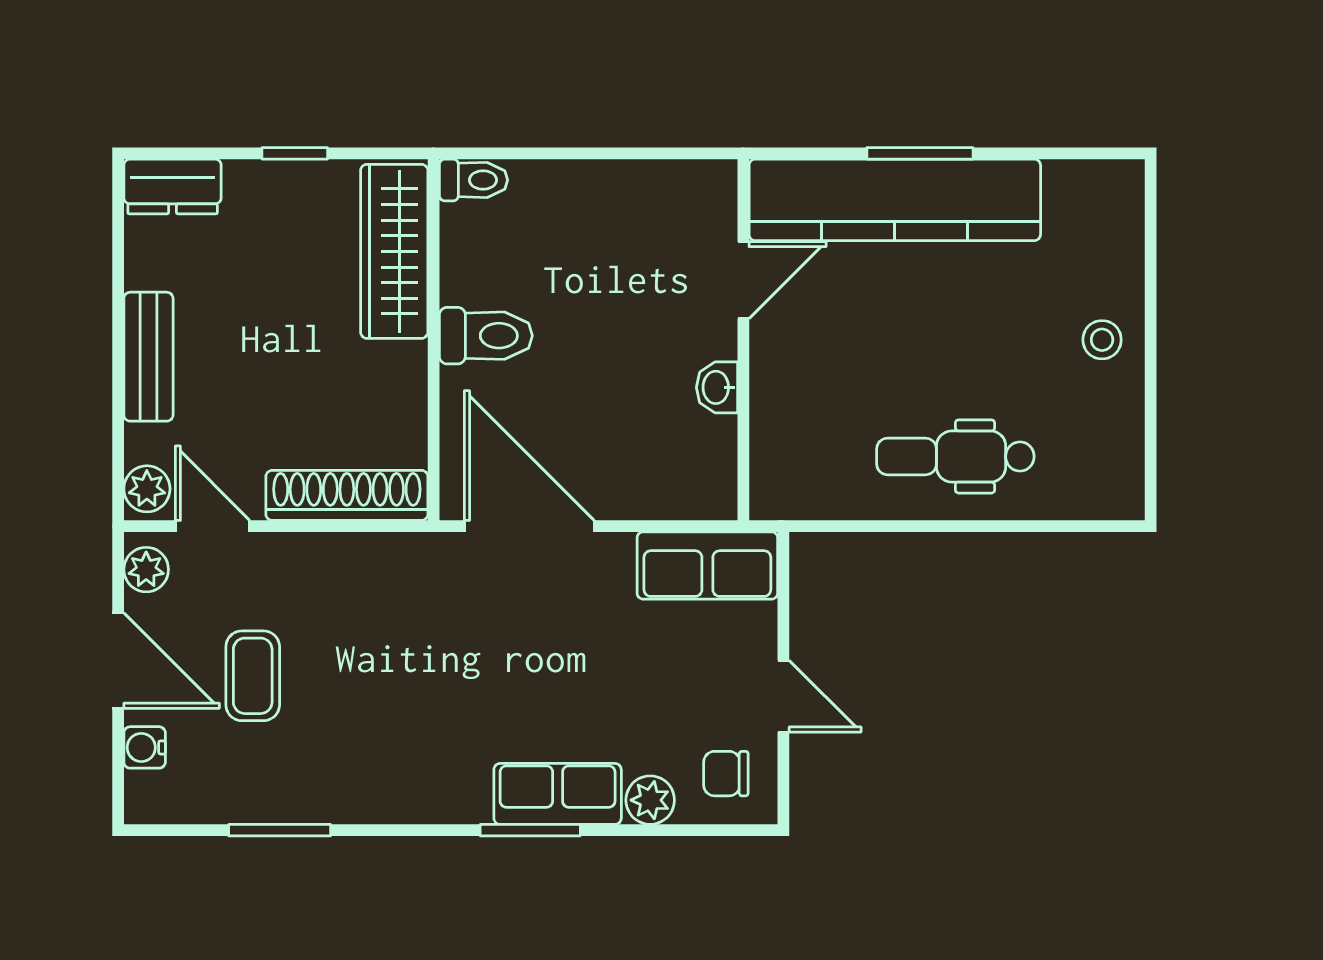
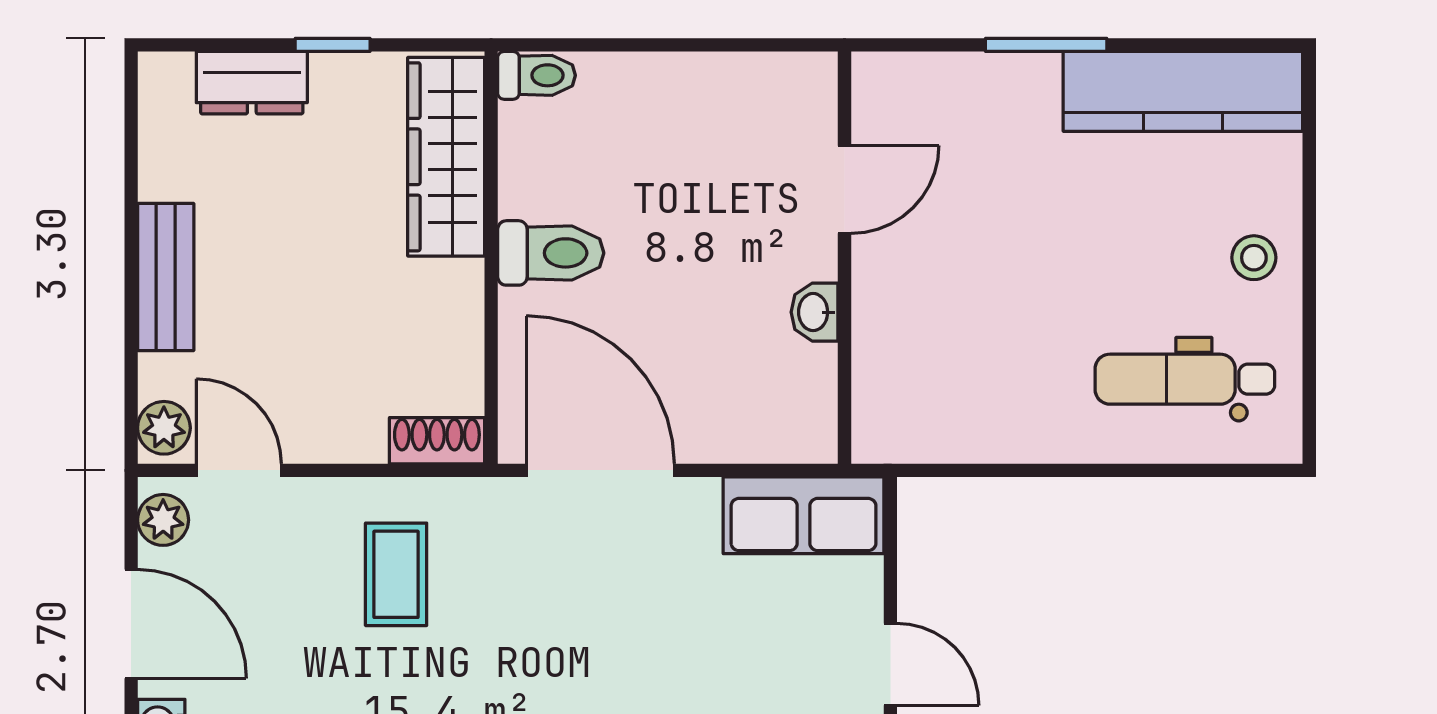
dresser: (173, 186) -> (252, 83), moved
kitchen counter: (895, 200) -> (1183, 91), moved, width x0.72, depth x0.86
dental chair: (955, 456) -> (1185, 379), moved
shoe rack: (347, 495) -> (437, 441), width x0.51, depth x0.81
coffee table: (253, 676) -> (396, 574), moved

